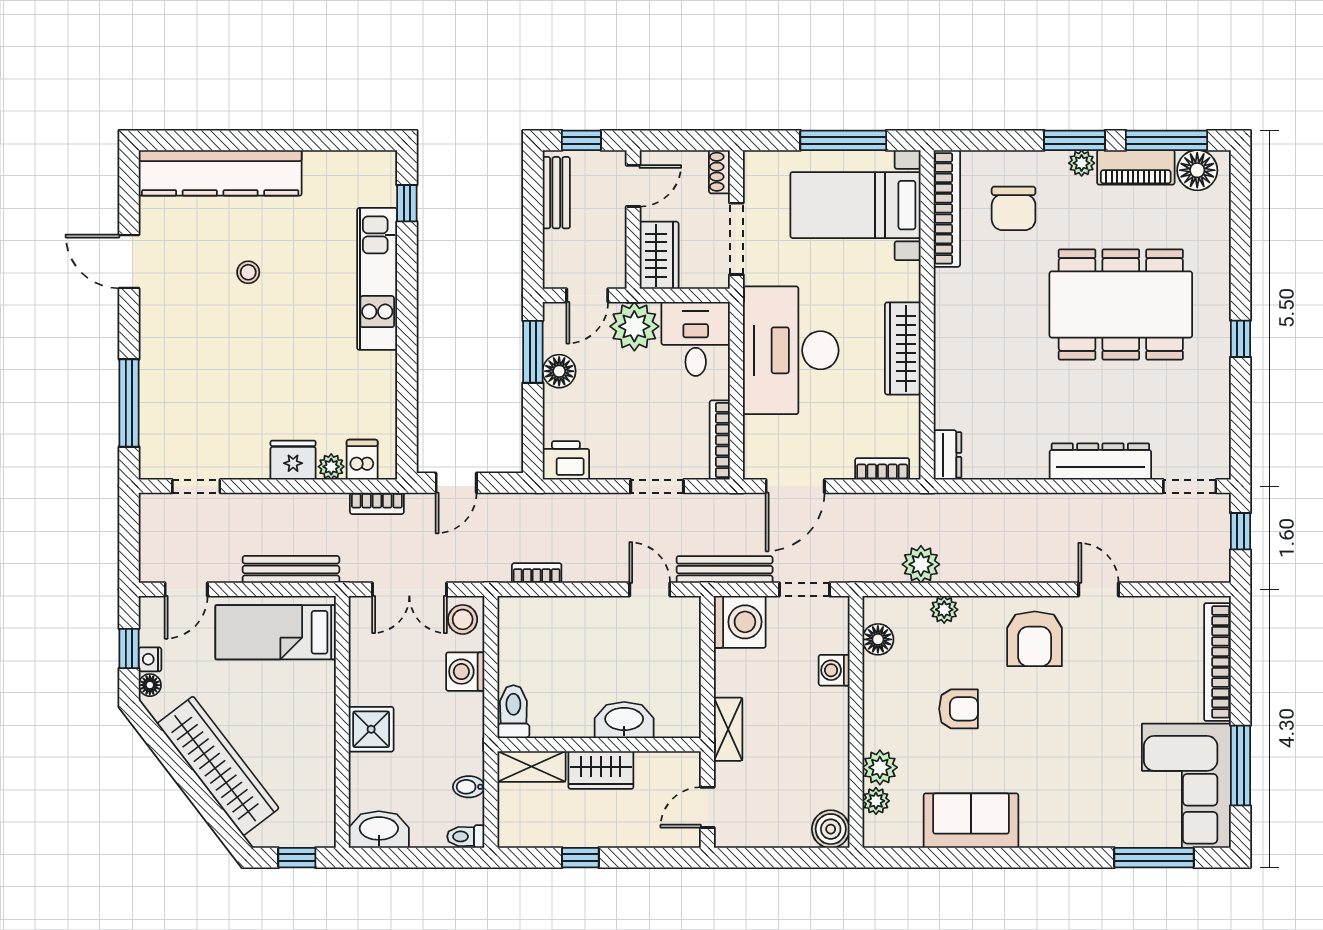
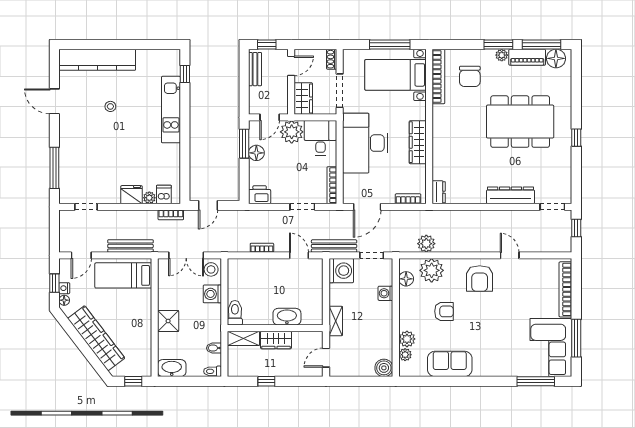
bookcase: (537, 573) -> (262, 248), moved
plant: (944, 610) -> (432, 270), width x1.87, depth x1.87

